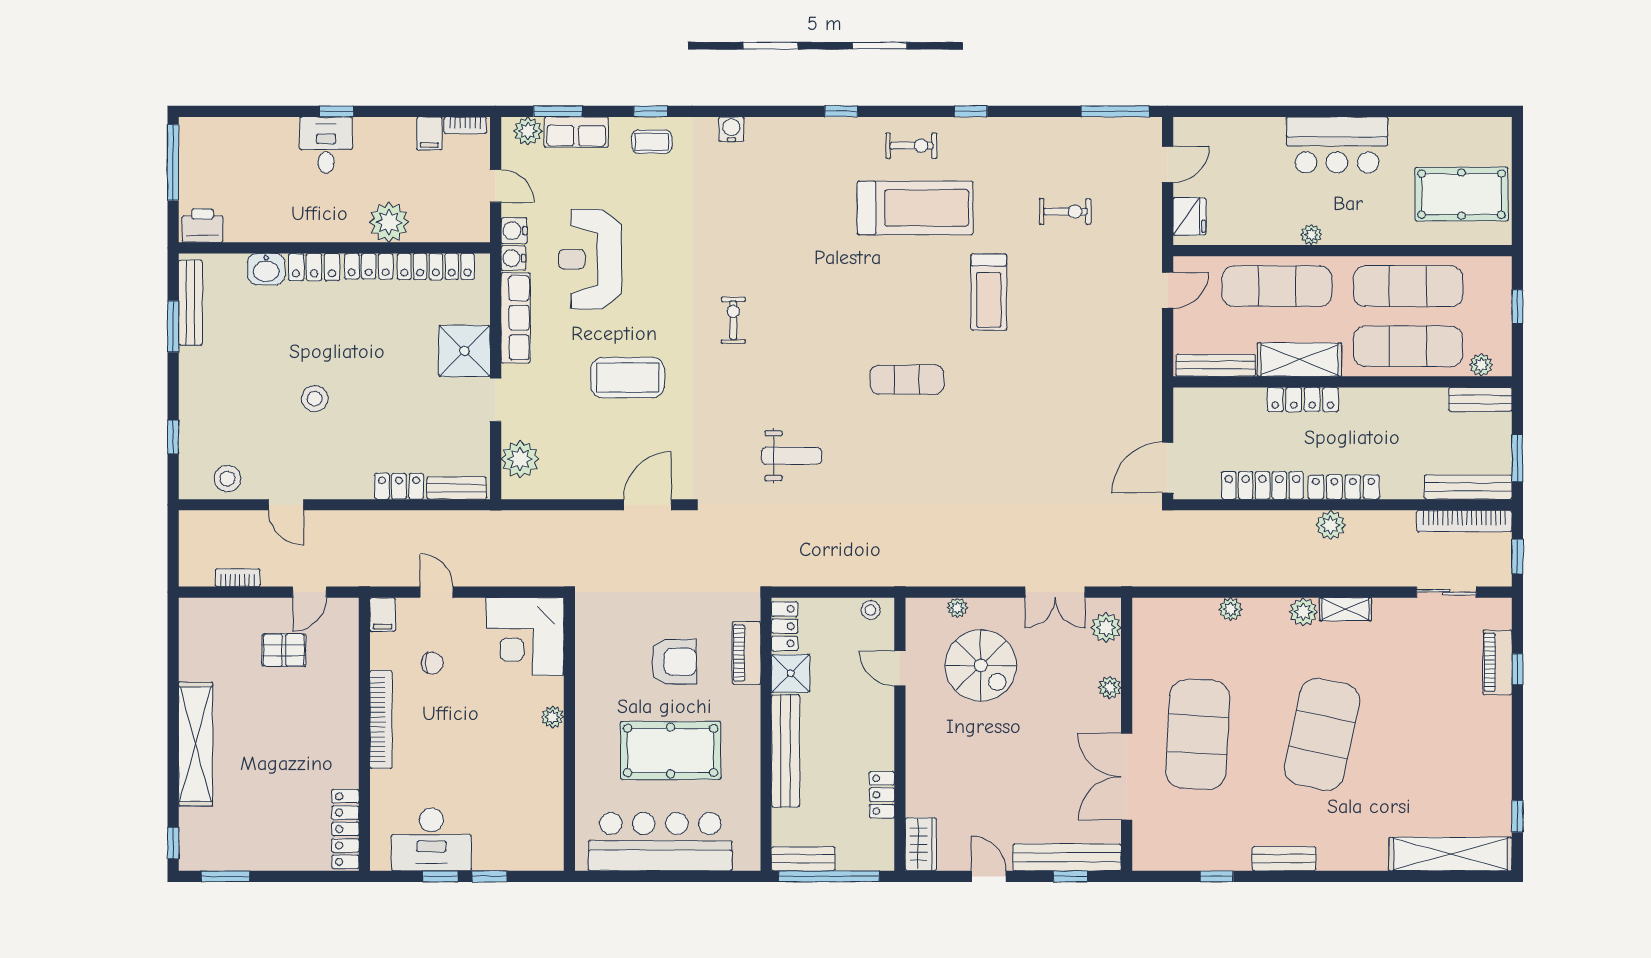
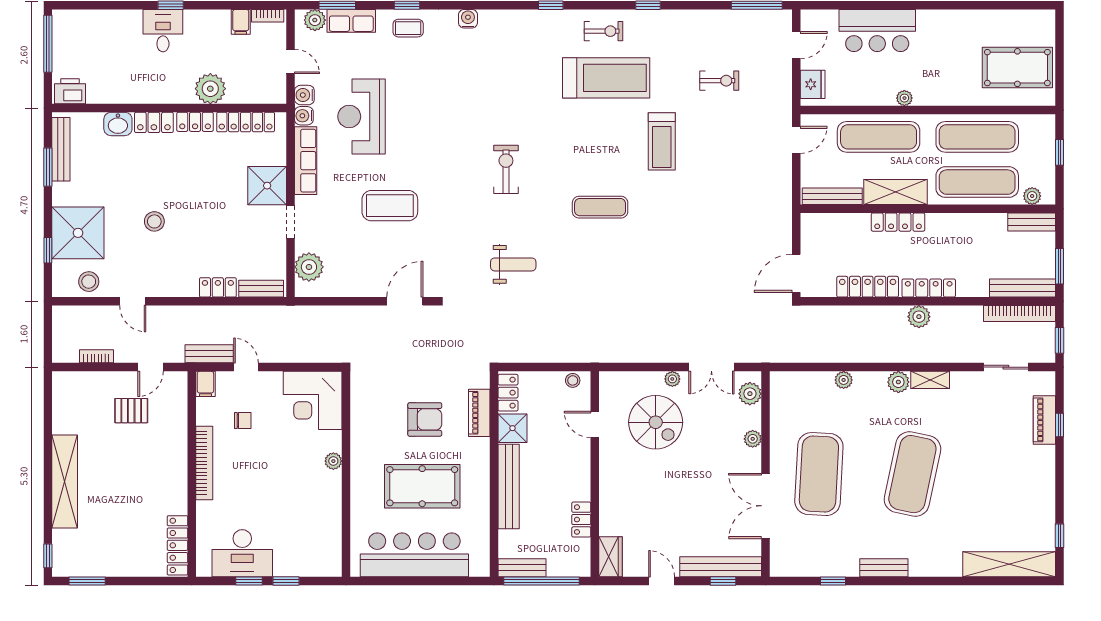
bar counter: (1337, 145) -> (877, 31), moved
exercise bike: (733, 320) -> (506, 169), moved, width x1.38, depth x1.39
shower: (213, 414) -> (78, 233), added
bench: (387, 575) -> (209, 354), added
plant: (957, 608) -> (672, 379), moved

